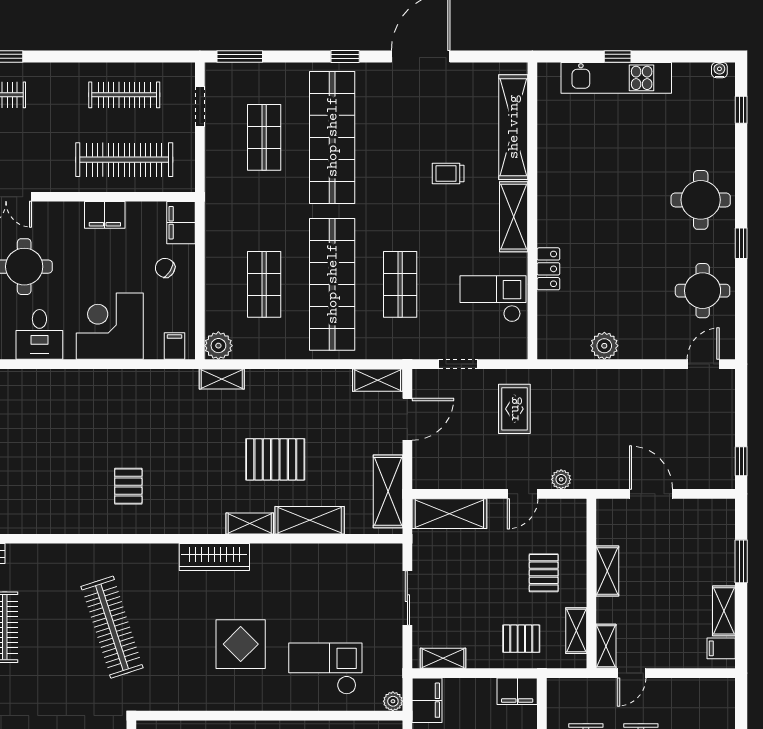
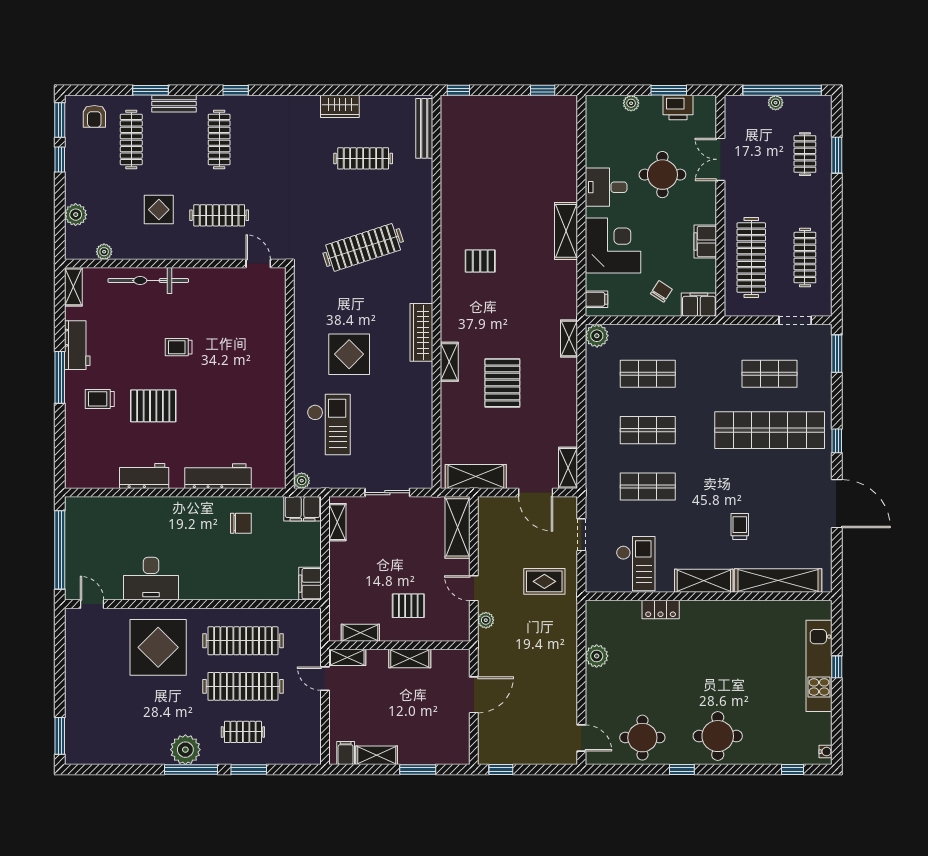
shop shelf: (332, 284) -> (648, 430), width x0.50, depth x0.74
shelving: (310, 520) -> (566, 231), moved
pallet: (521, 639) -> (354, 587), removed

